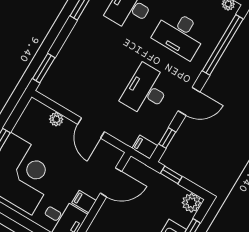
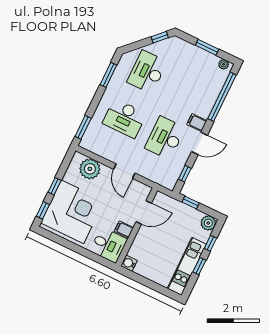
desk: (180, 34) -> (125, 118), moved
plant: (56, 119) -> (90, 169), width x1.87, depth x1.87
filing cabinet: (145, 147) -> (197, 123), moved

